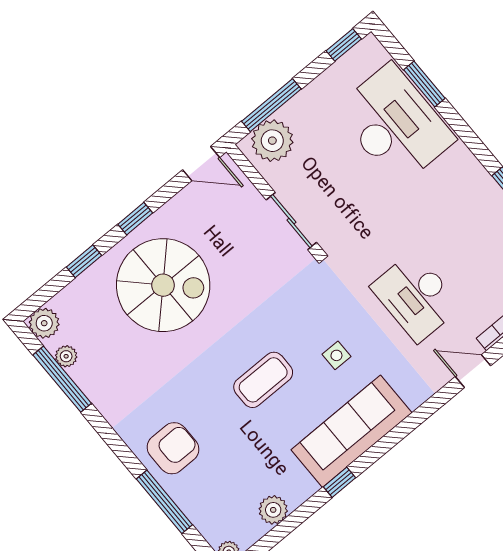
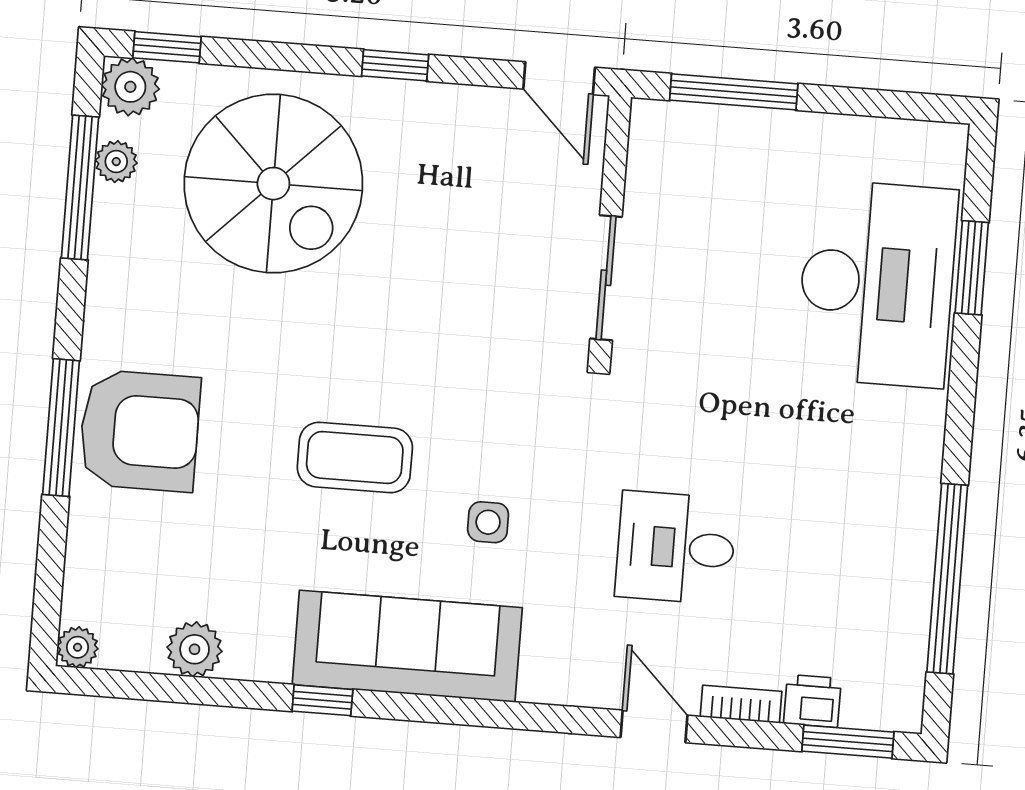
window: (344, 45) -> (913, 106), removed
plant: (272, 141) -> (688, 142), removed
window: (84, 261) -> (167, 47), moved
spiral stairs: (163, 285) -> (273, 184), moved
desk: (416, 297) -> (676, 548), width x0.73
armchair: (173, 448) -> (140, 431), width x1.36, depth x1.36
window: (164, 502) -> (61, 428), moved

